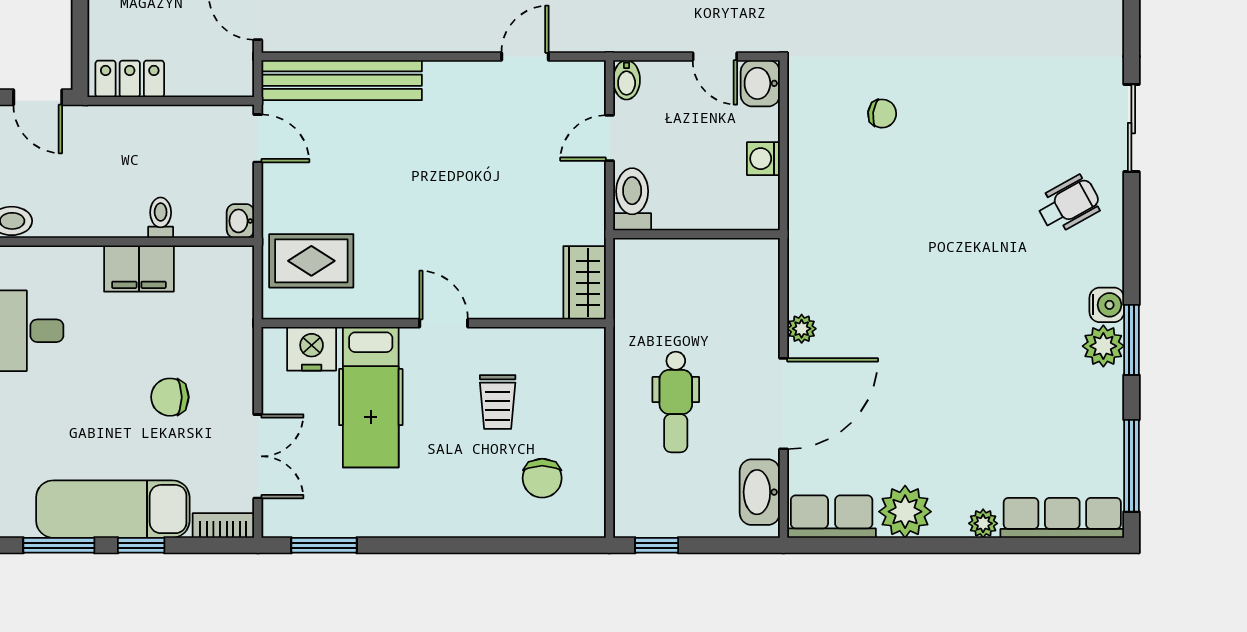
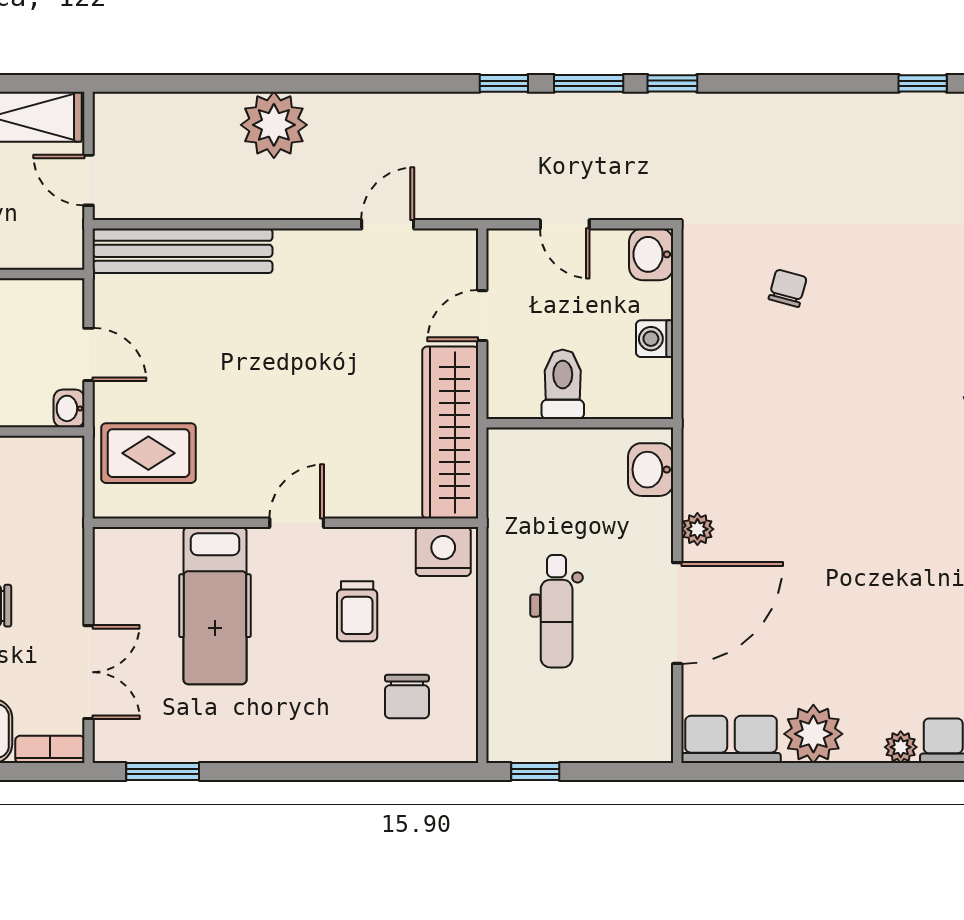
door: (715, 57) -> (565, 224), moved
bidet: (627, 80) -> (501, 250), removed
chair: (882, 114) -> (788, 288), turned -82
door: (258, 138) -> (89, 354), moved
toilet: (632, 199) -> (563, 384), moved
wardrobe: (585, 283) -> (450, 433), width x2.10, depth x1.17
door: (444, 323) -> (297, 523), hinge flipped
nightstand: (312, 349) -> (443, 552), moved
washbasin: (760, 492) -> (651, 470), moved, width x0.72

